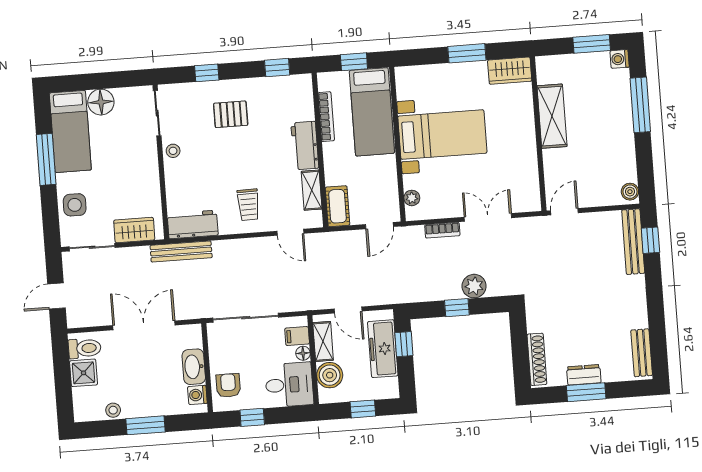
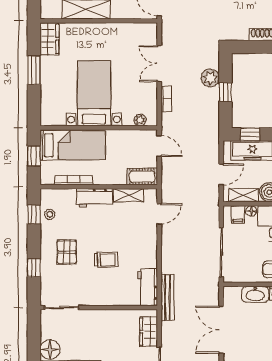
stool: (173, 151) -> (50, 214), moved
trolley: (248, 205) -> (106, 260), moved

